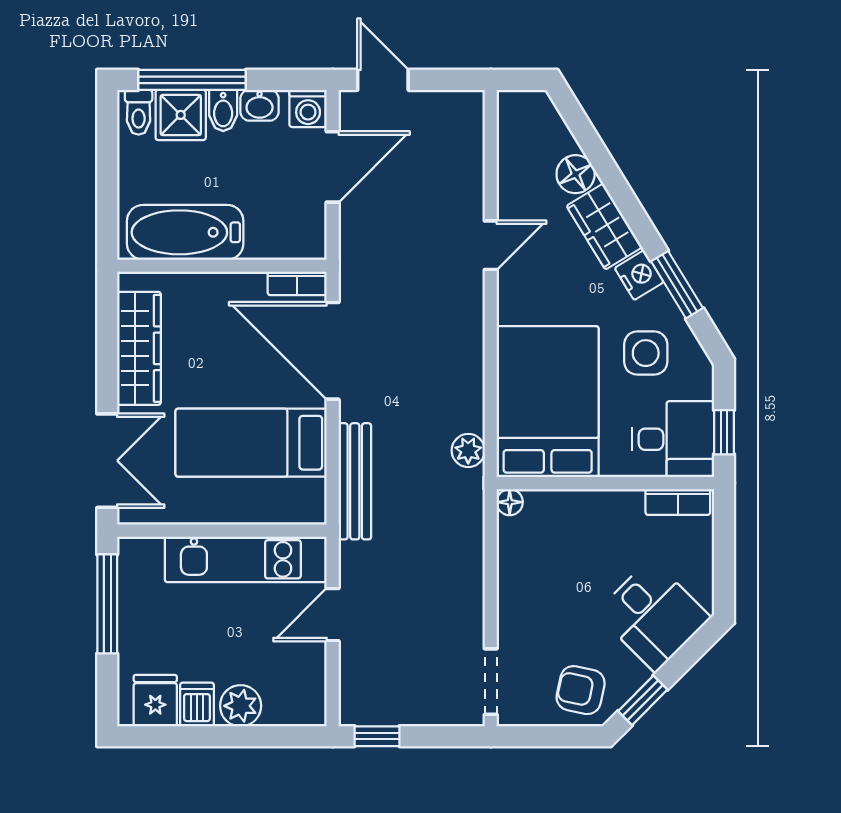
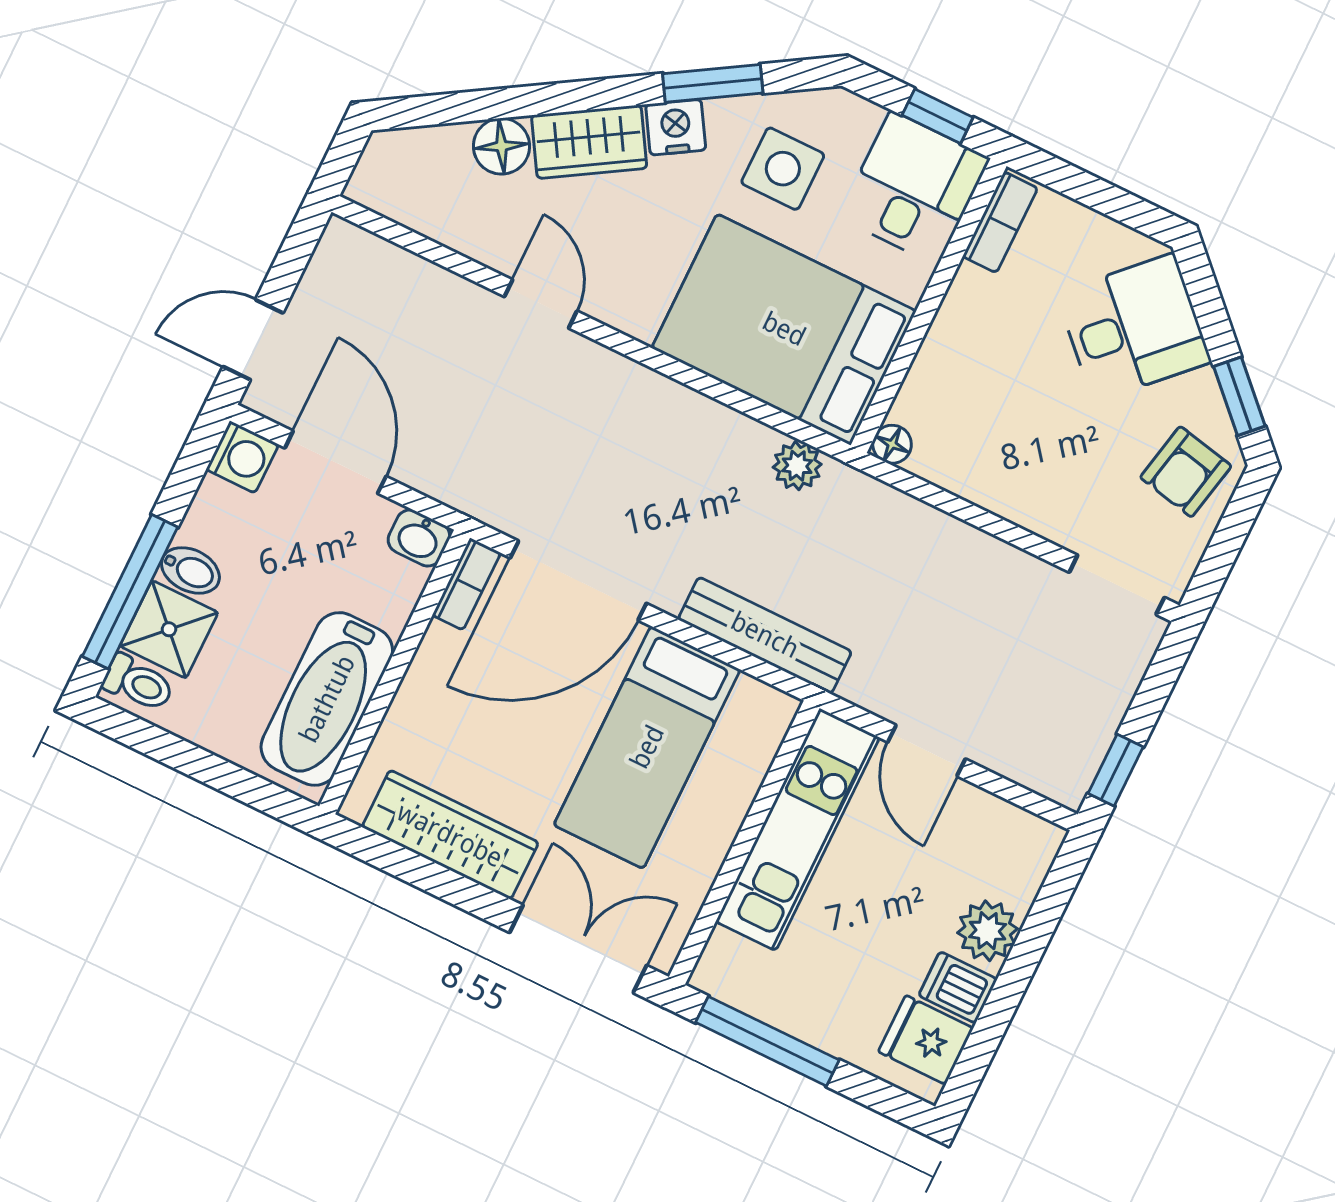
washbasin: (260, 105) -> (419, 538), moved, turned 90

